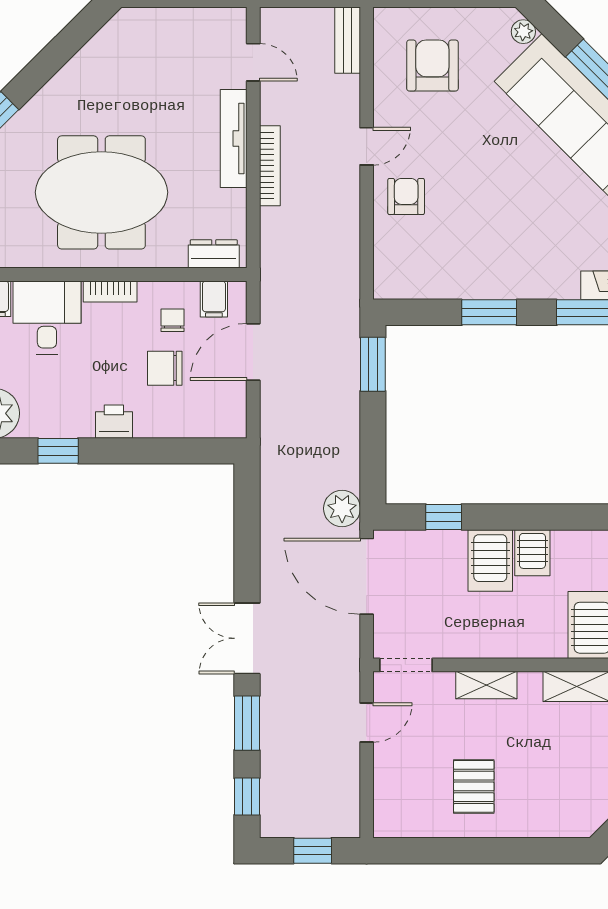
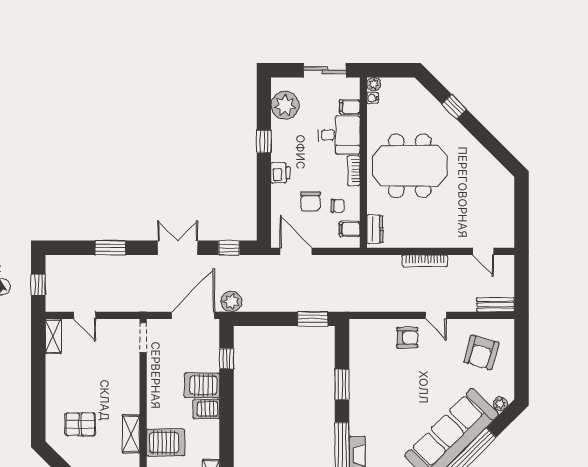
door: (253, 62) -> (483, 251), hinge flipped
armchair: (432, 66) -> (481, 352), turned 106
tv unit: (234, 138) -> (440, 240), removed
meeting table: (101, 192) -> (410, 166), turned 90
door: (253, 352) -> (296, 251), moved
chair: (165, 368) -> (310, 201), turned 180
double door: (247, 638) -> (178, 248), moved
shelving: (486, 685) -> (53, 336), moved
door: (367, 723) -> (85, 315), moved
pallet: (474, 786) -> (80, 424), moved
window: (247, 797) -> (229, 248), moved

